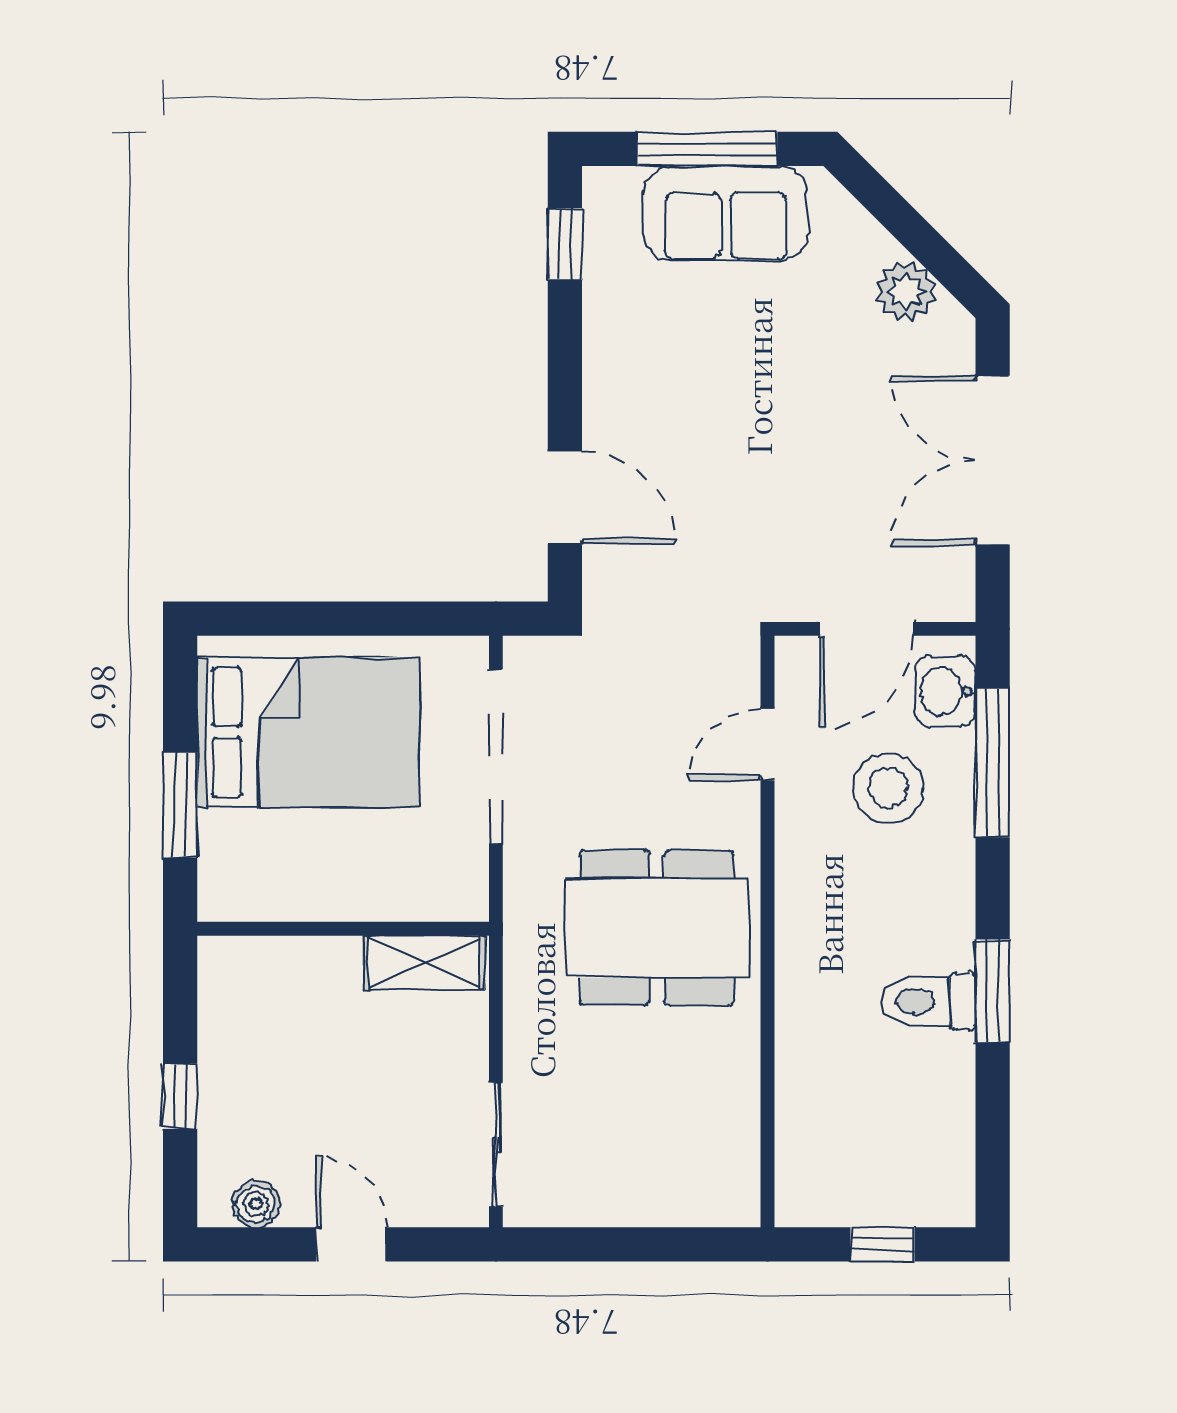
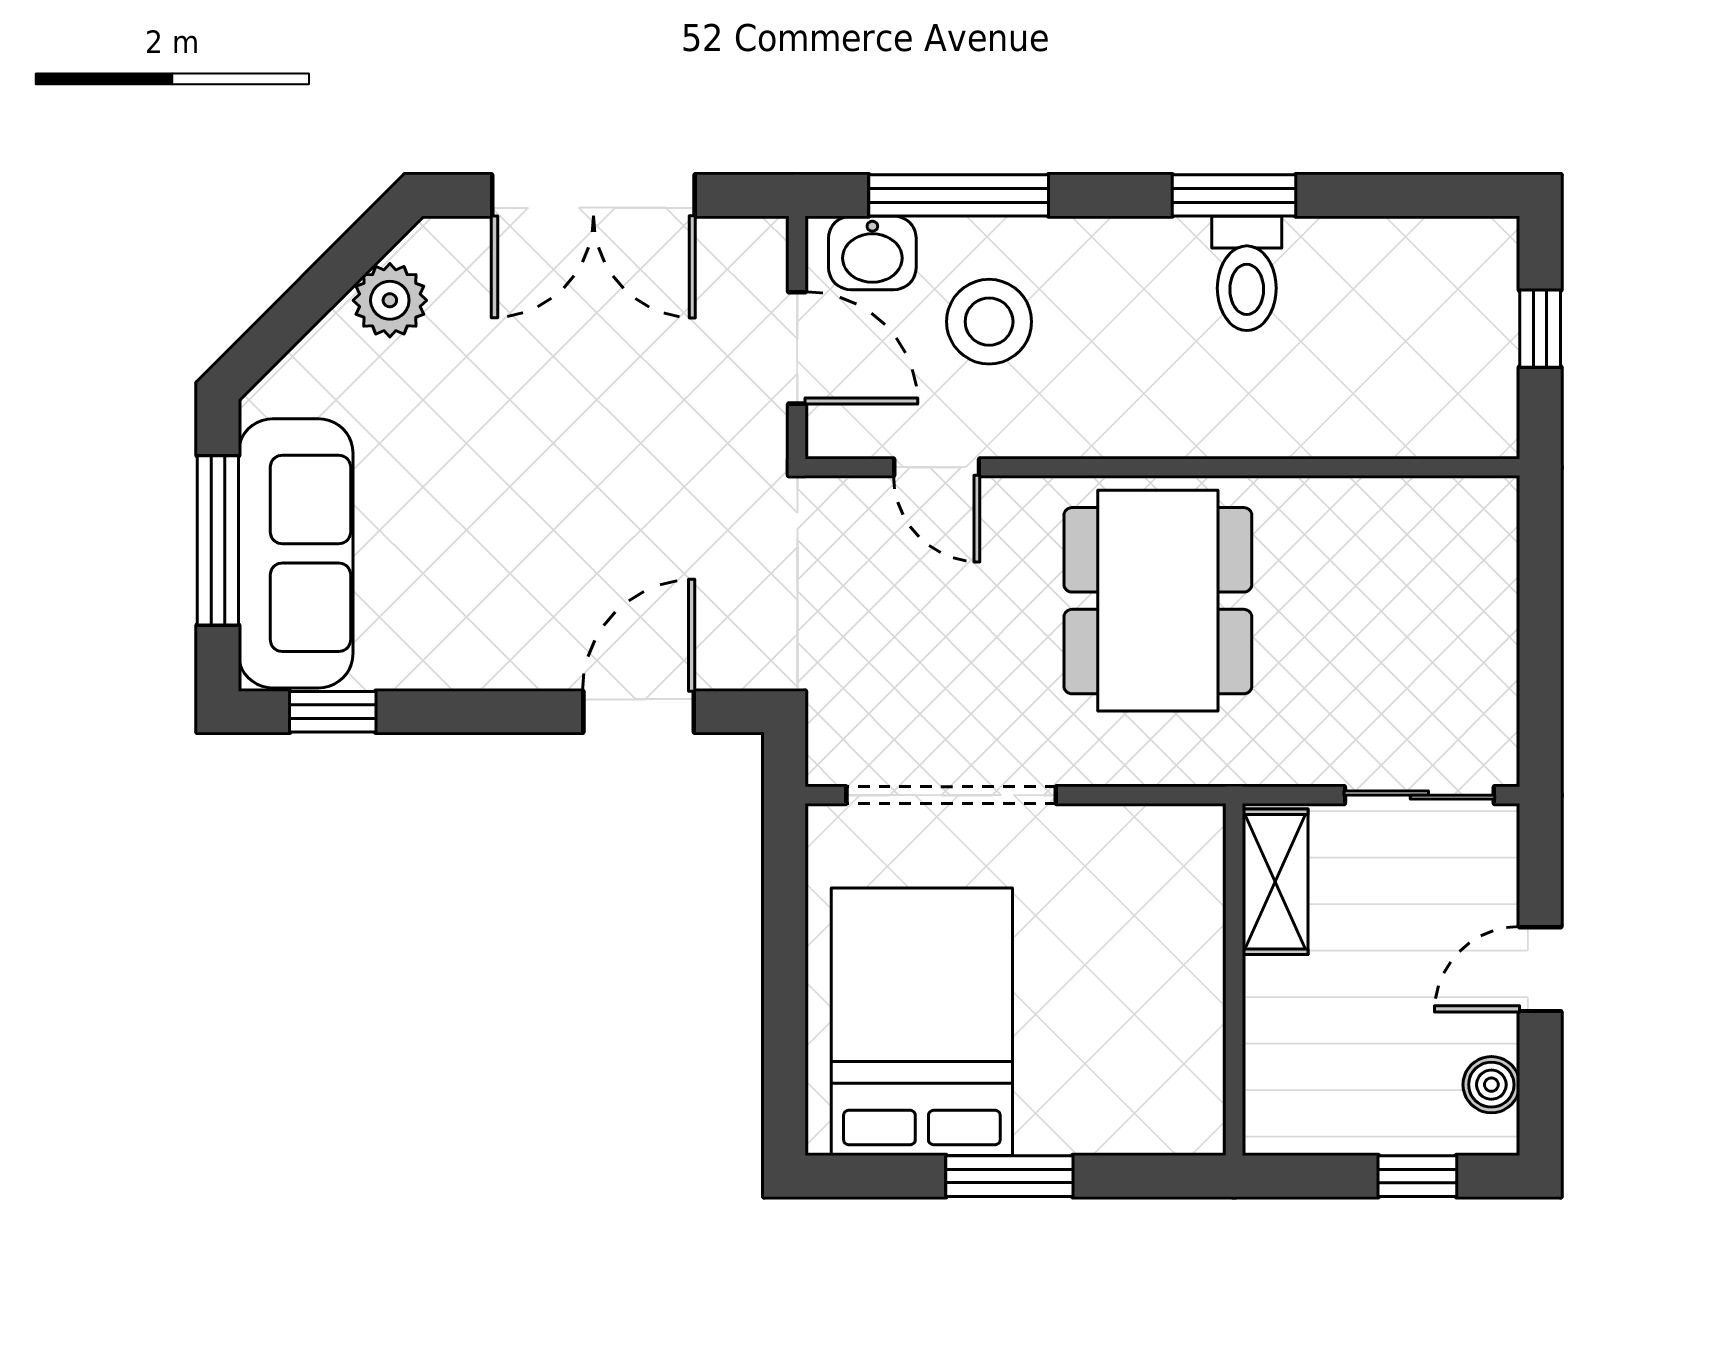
sofa: (726, 213) -> (296, 553), width x1.36
wall: (343, 929) -> (1234, 979), moved
shelving: (424, 963) -> (1275, 882), moved
window: (180, 1096) -> (1417, 1176), moved

